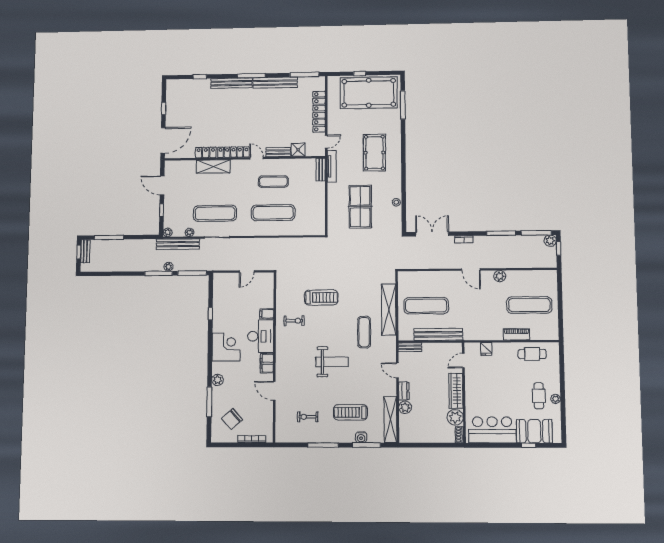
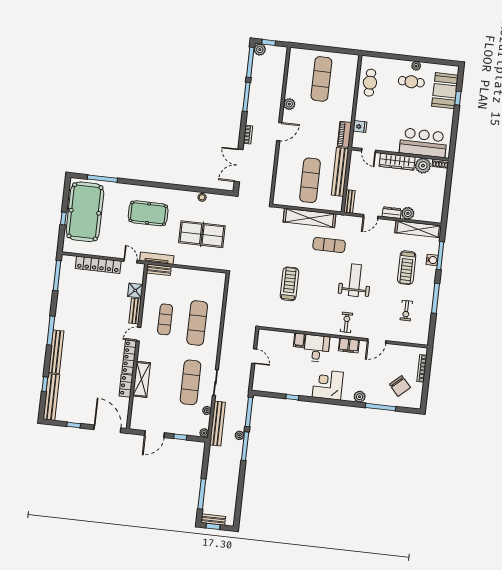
bench: (275, 83) -> (51, 397), moved
exercise bike: (294, 321) -> (346, 322), moved
piano: (516, 334) -> (344, 134), moved
desk: (261, 336) -> (317, 348), width x0.73
bar counter: (492, 430) -> (423, 143), moved, turned 90

